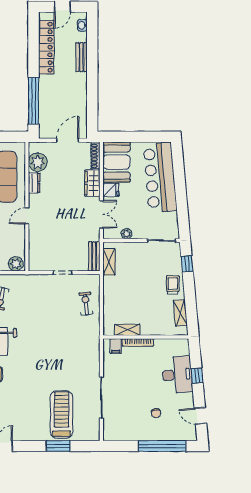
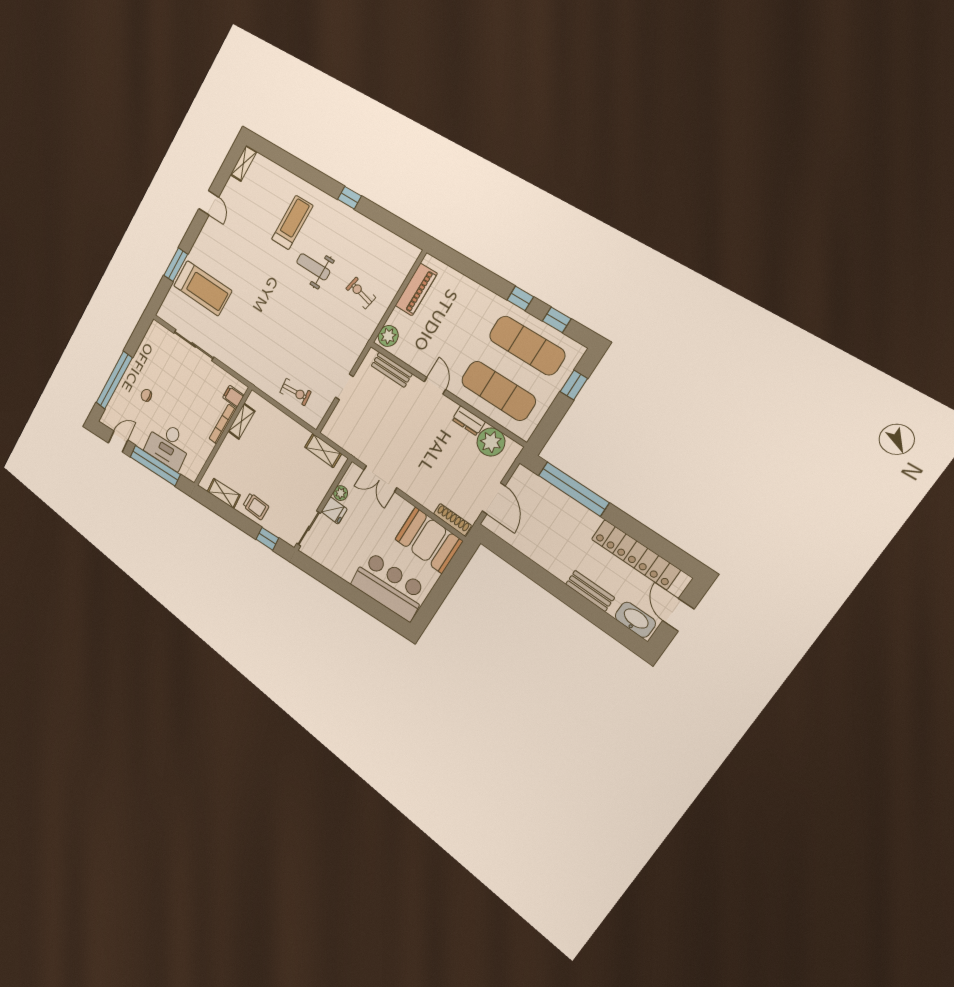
washbasin: (82, 25) -> (635, 620), width x1.91, depth x1.45
bar counter: (160, 177) -> (389, 586), width x0.73
wardrobe: (92, 183) -> (423, 493), removed
fridge: (111, 190) -> (334, 510), moved, turned -90
bench: (94, 256) -> (392, 370), moved
window: (197, 376) -> (155, 466), width x3.17

